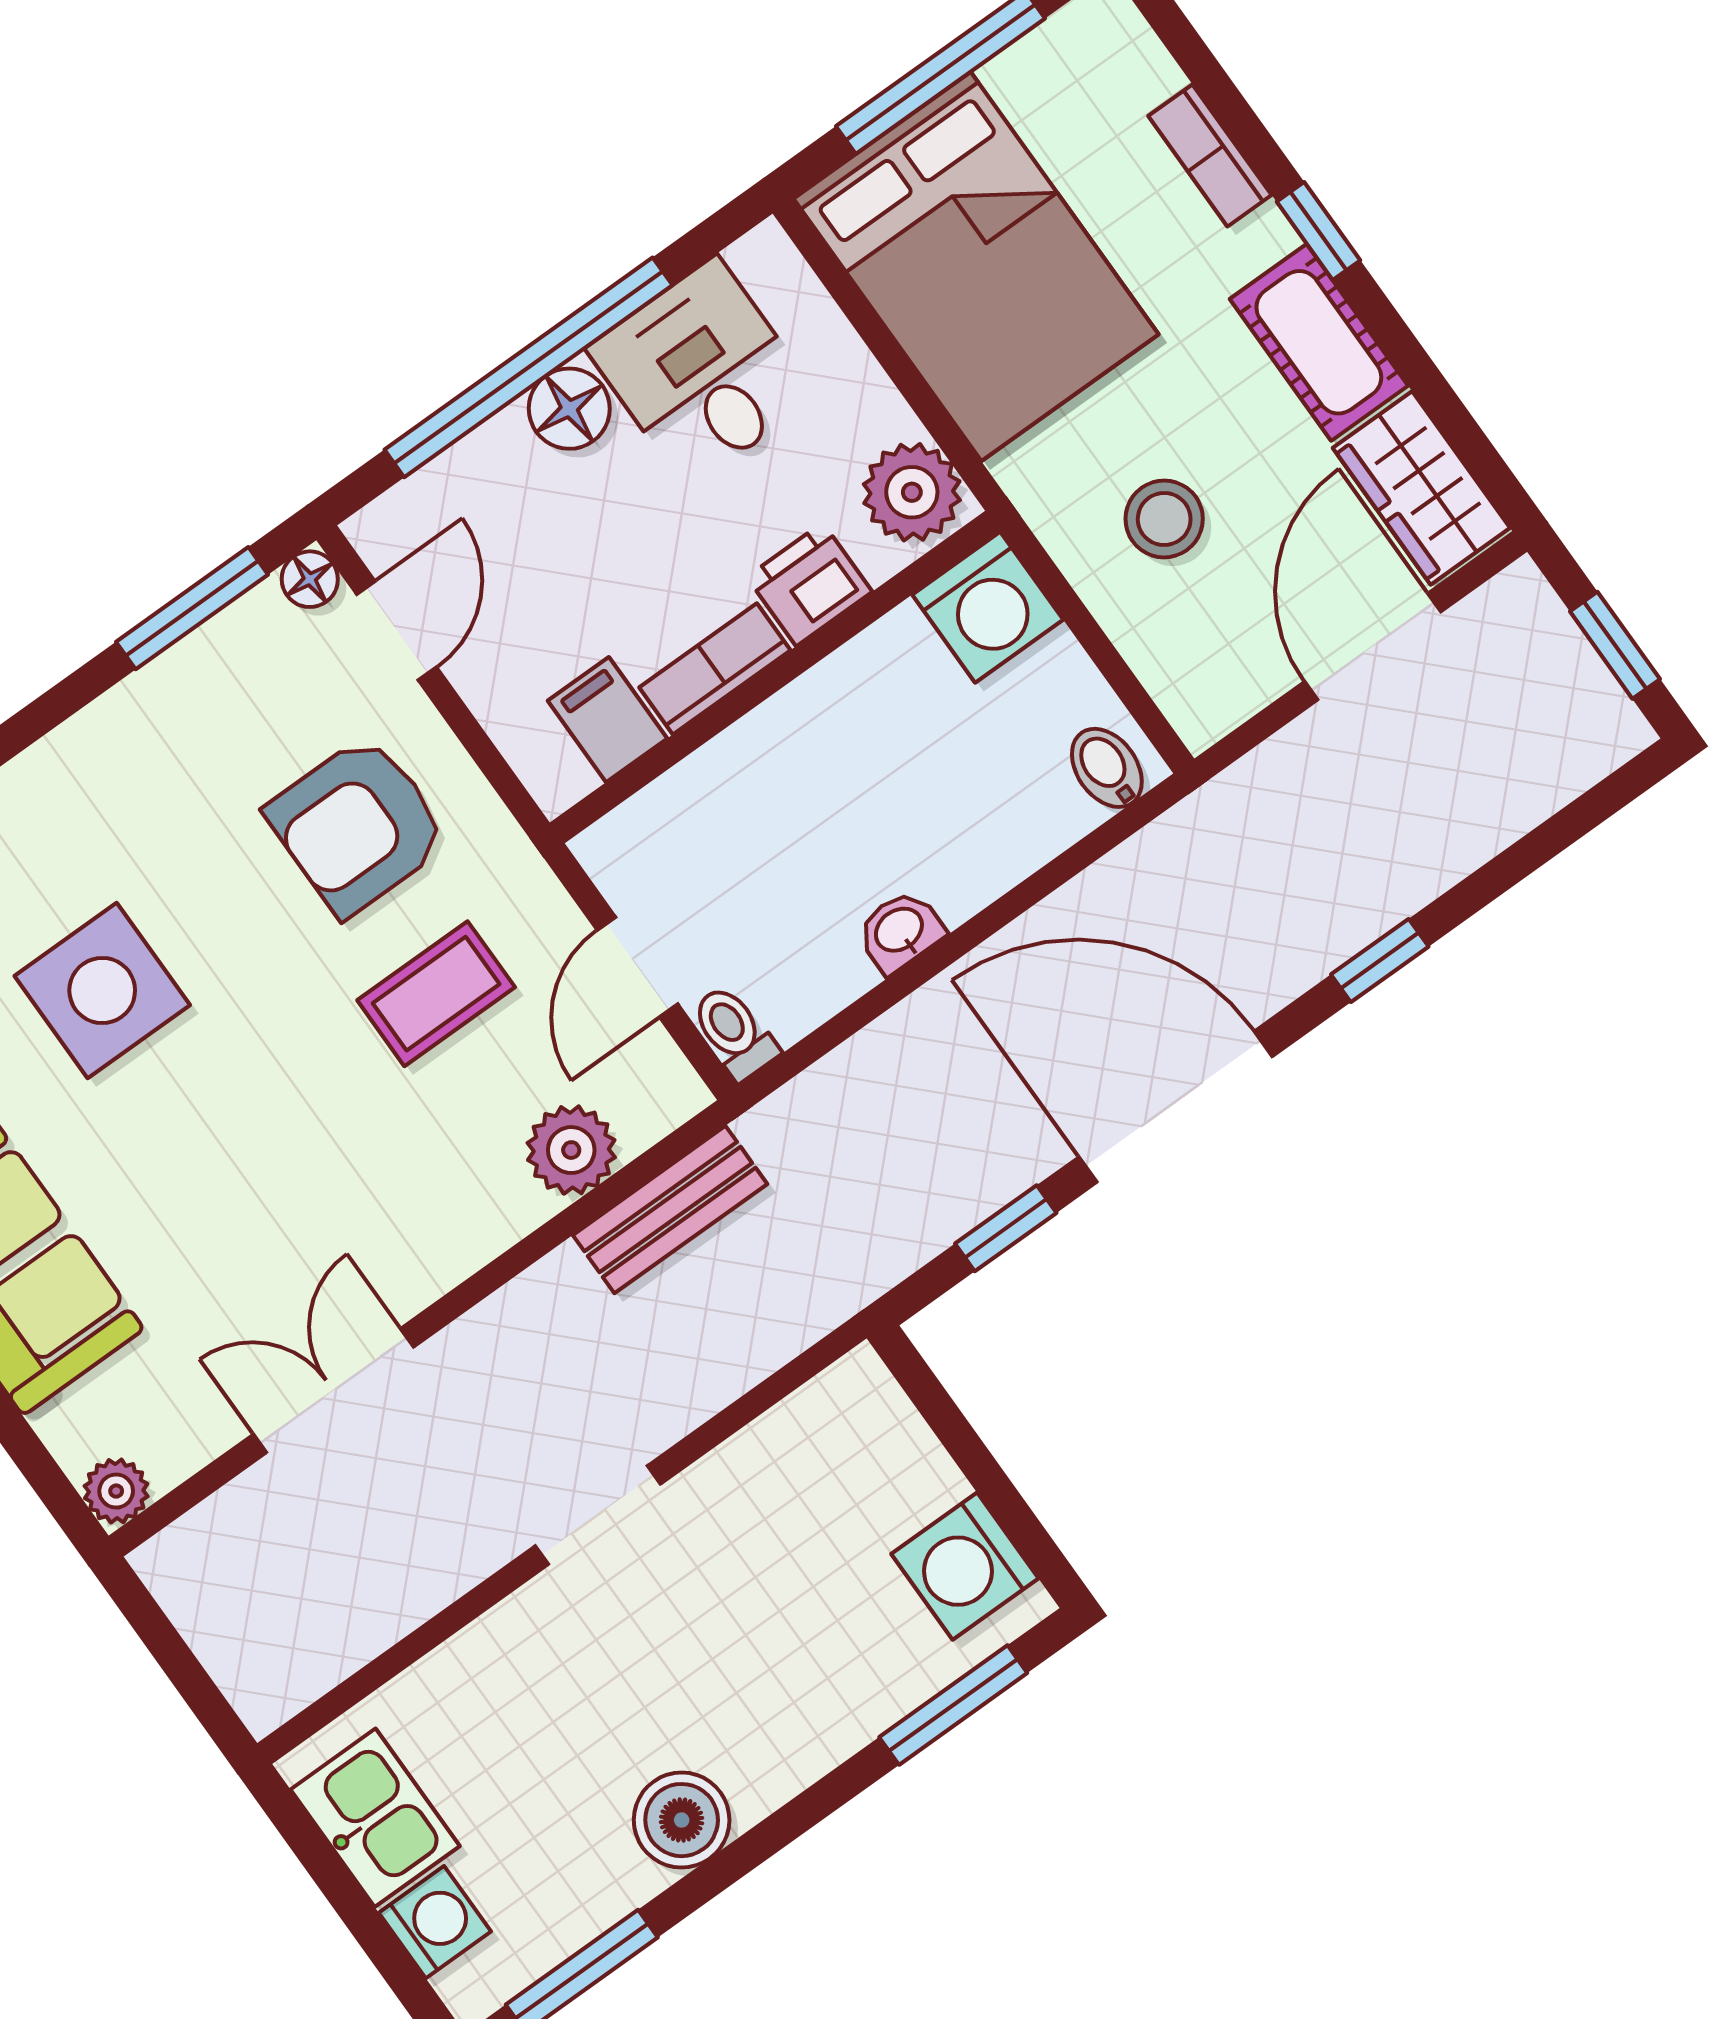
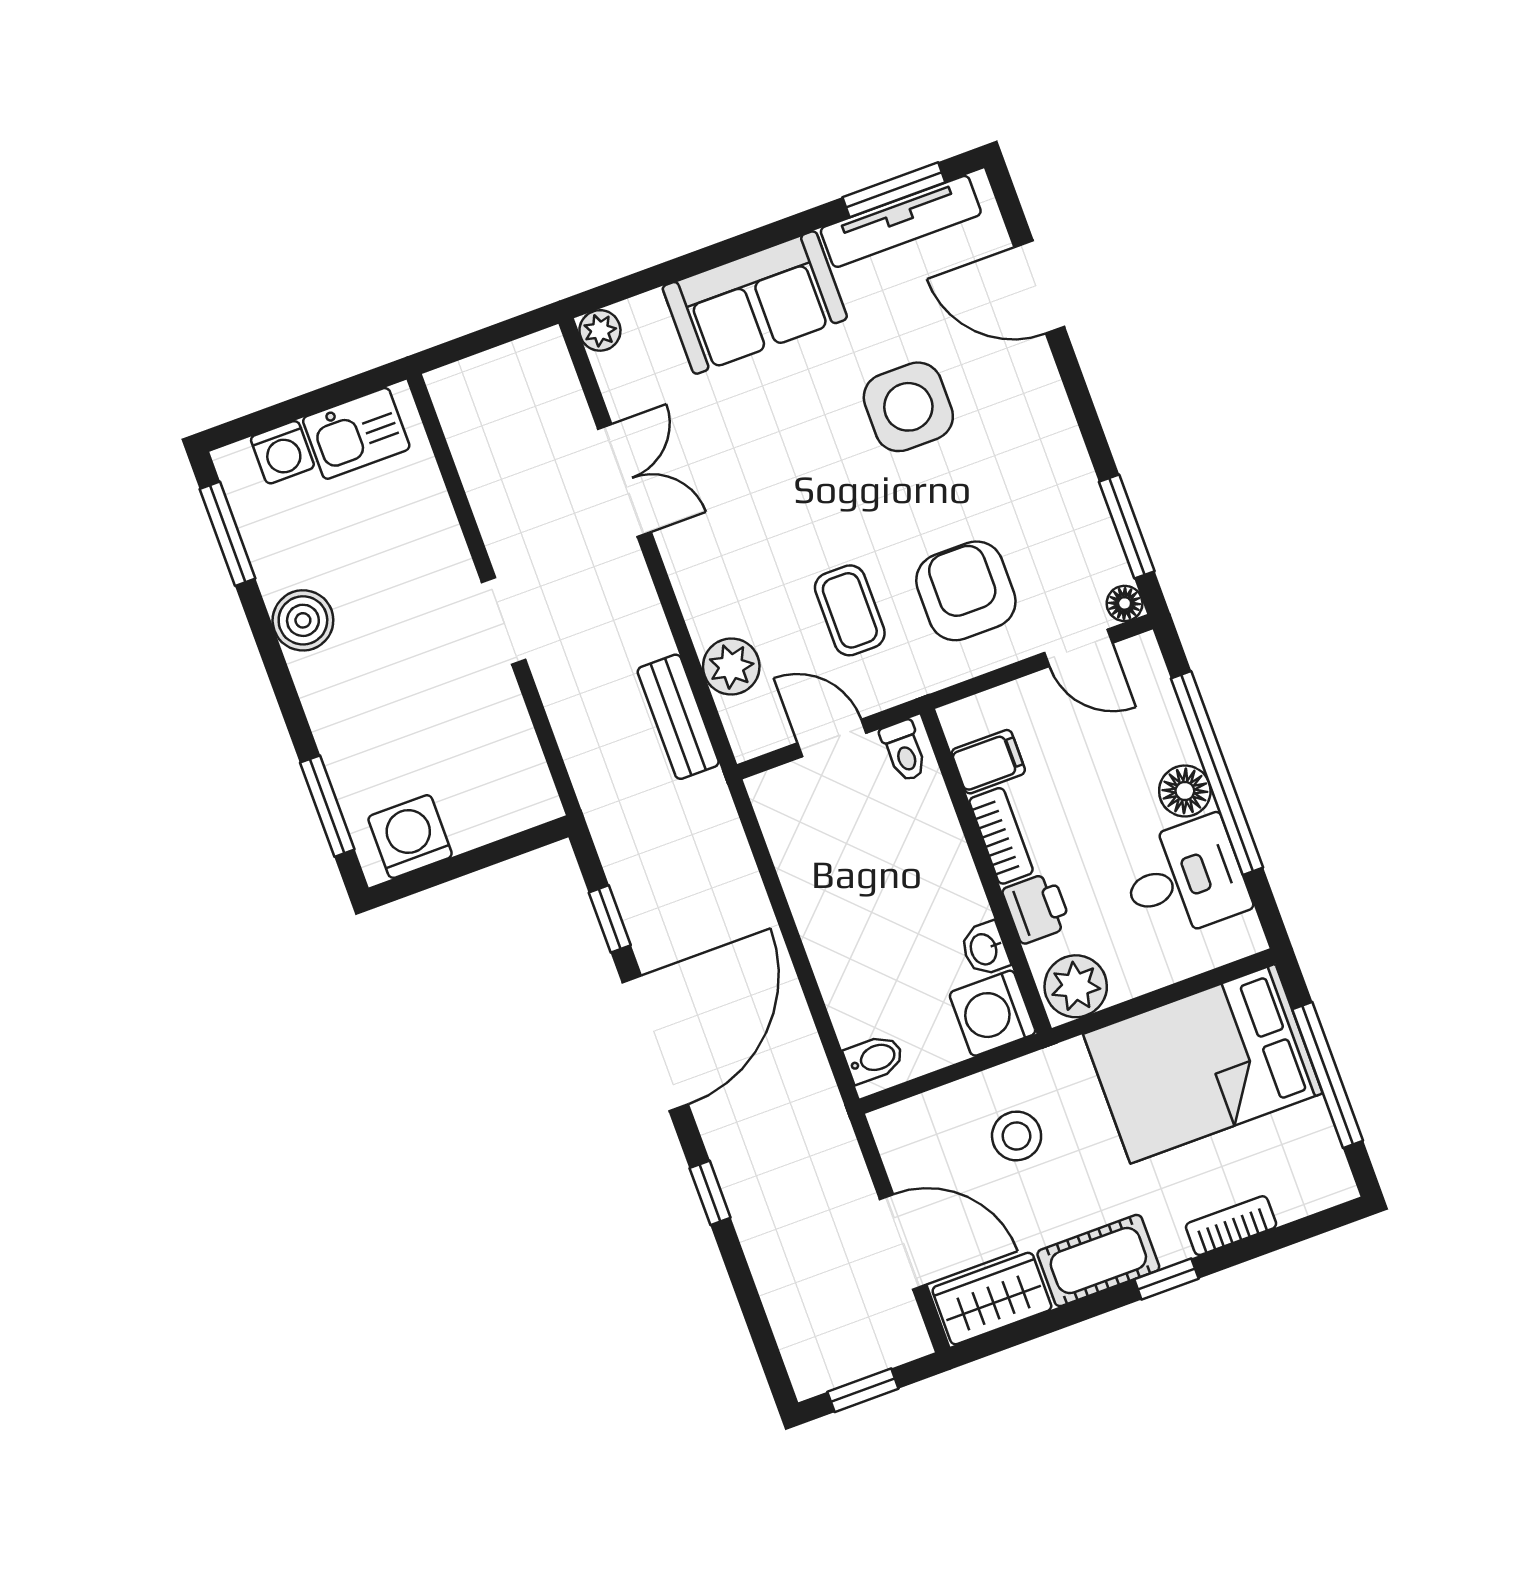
washbasin: (900, 931) -> (985, 949), moved, turned 180
toilet: (734, 1032) -> (904, 751), moved, turned 90

